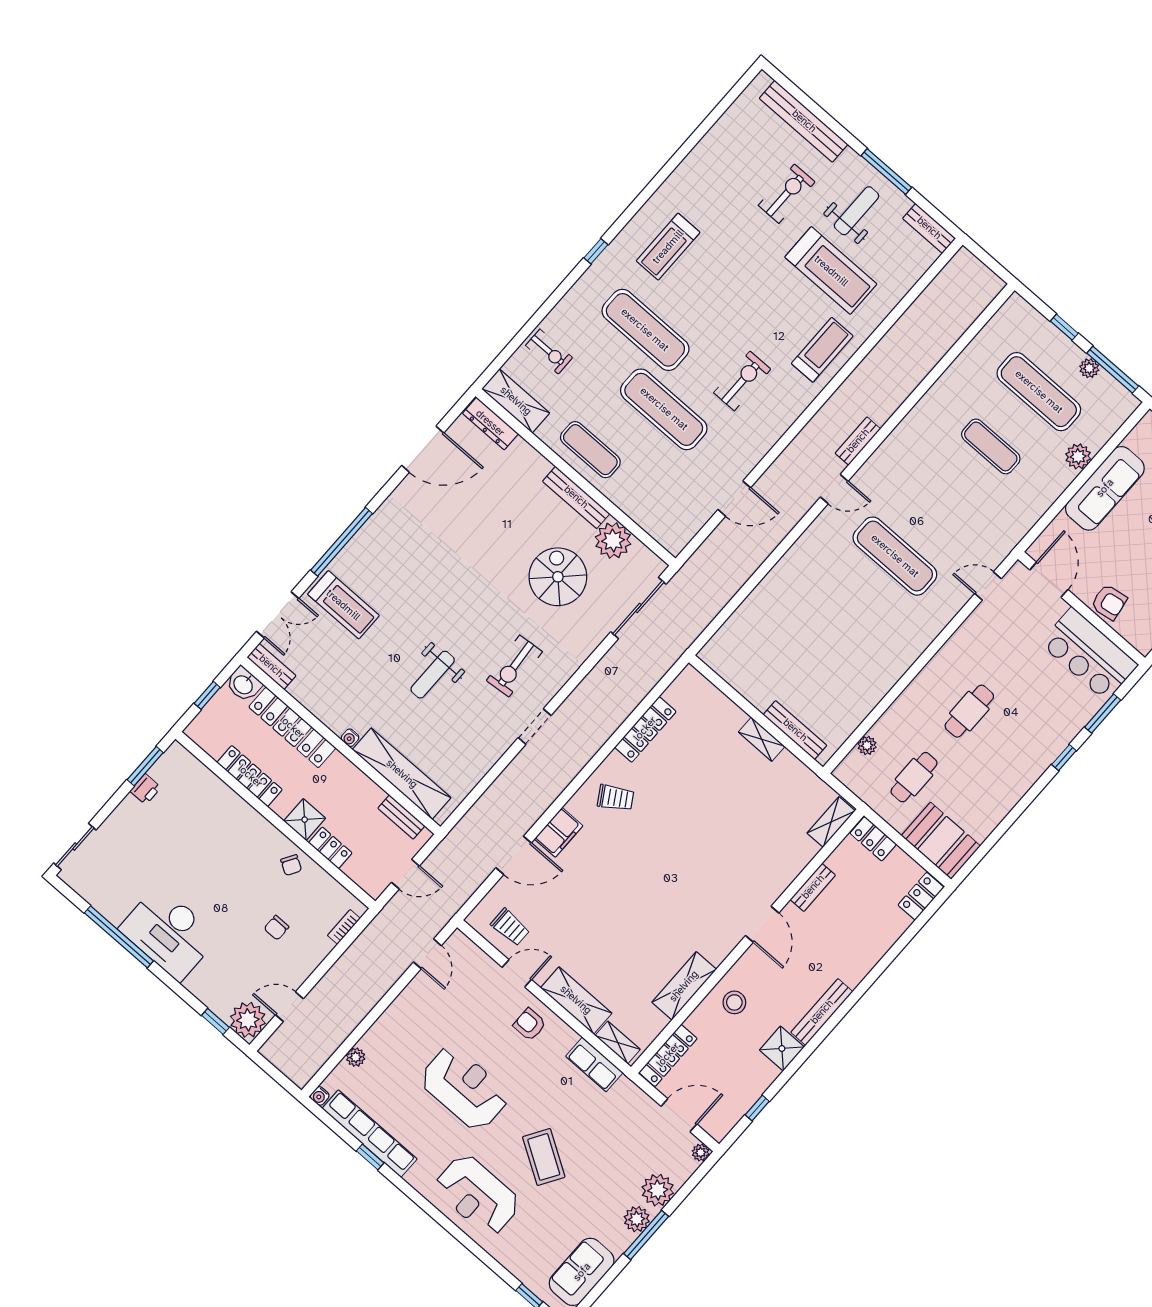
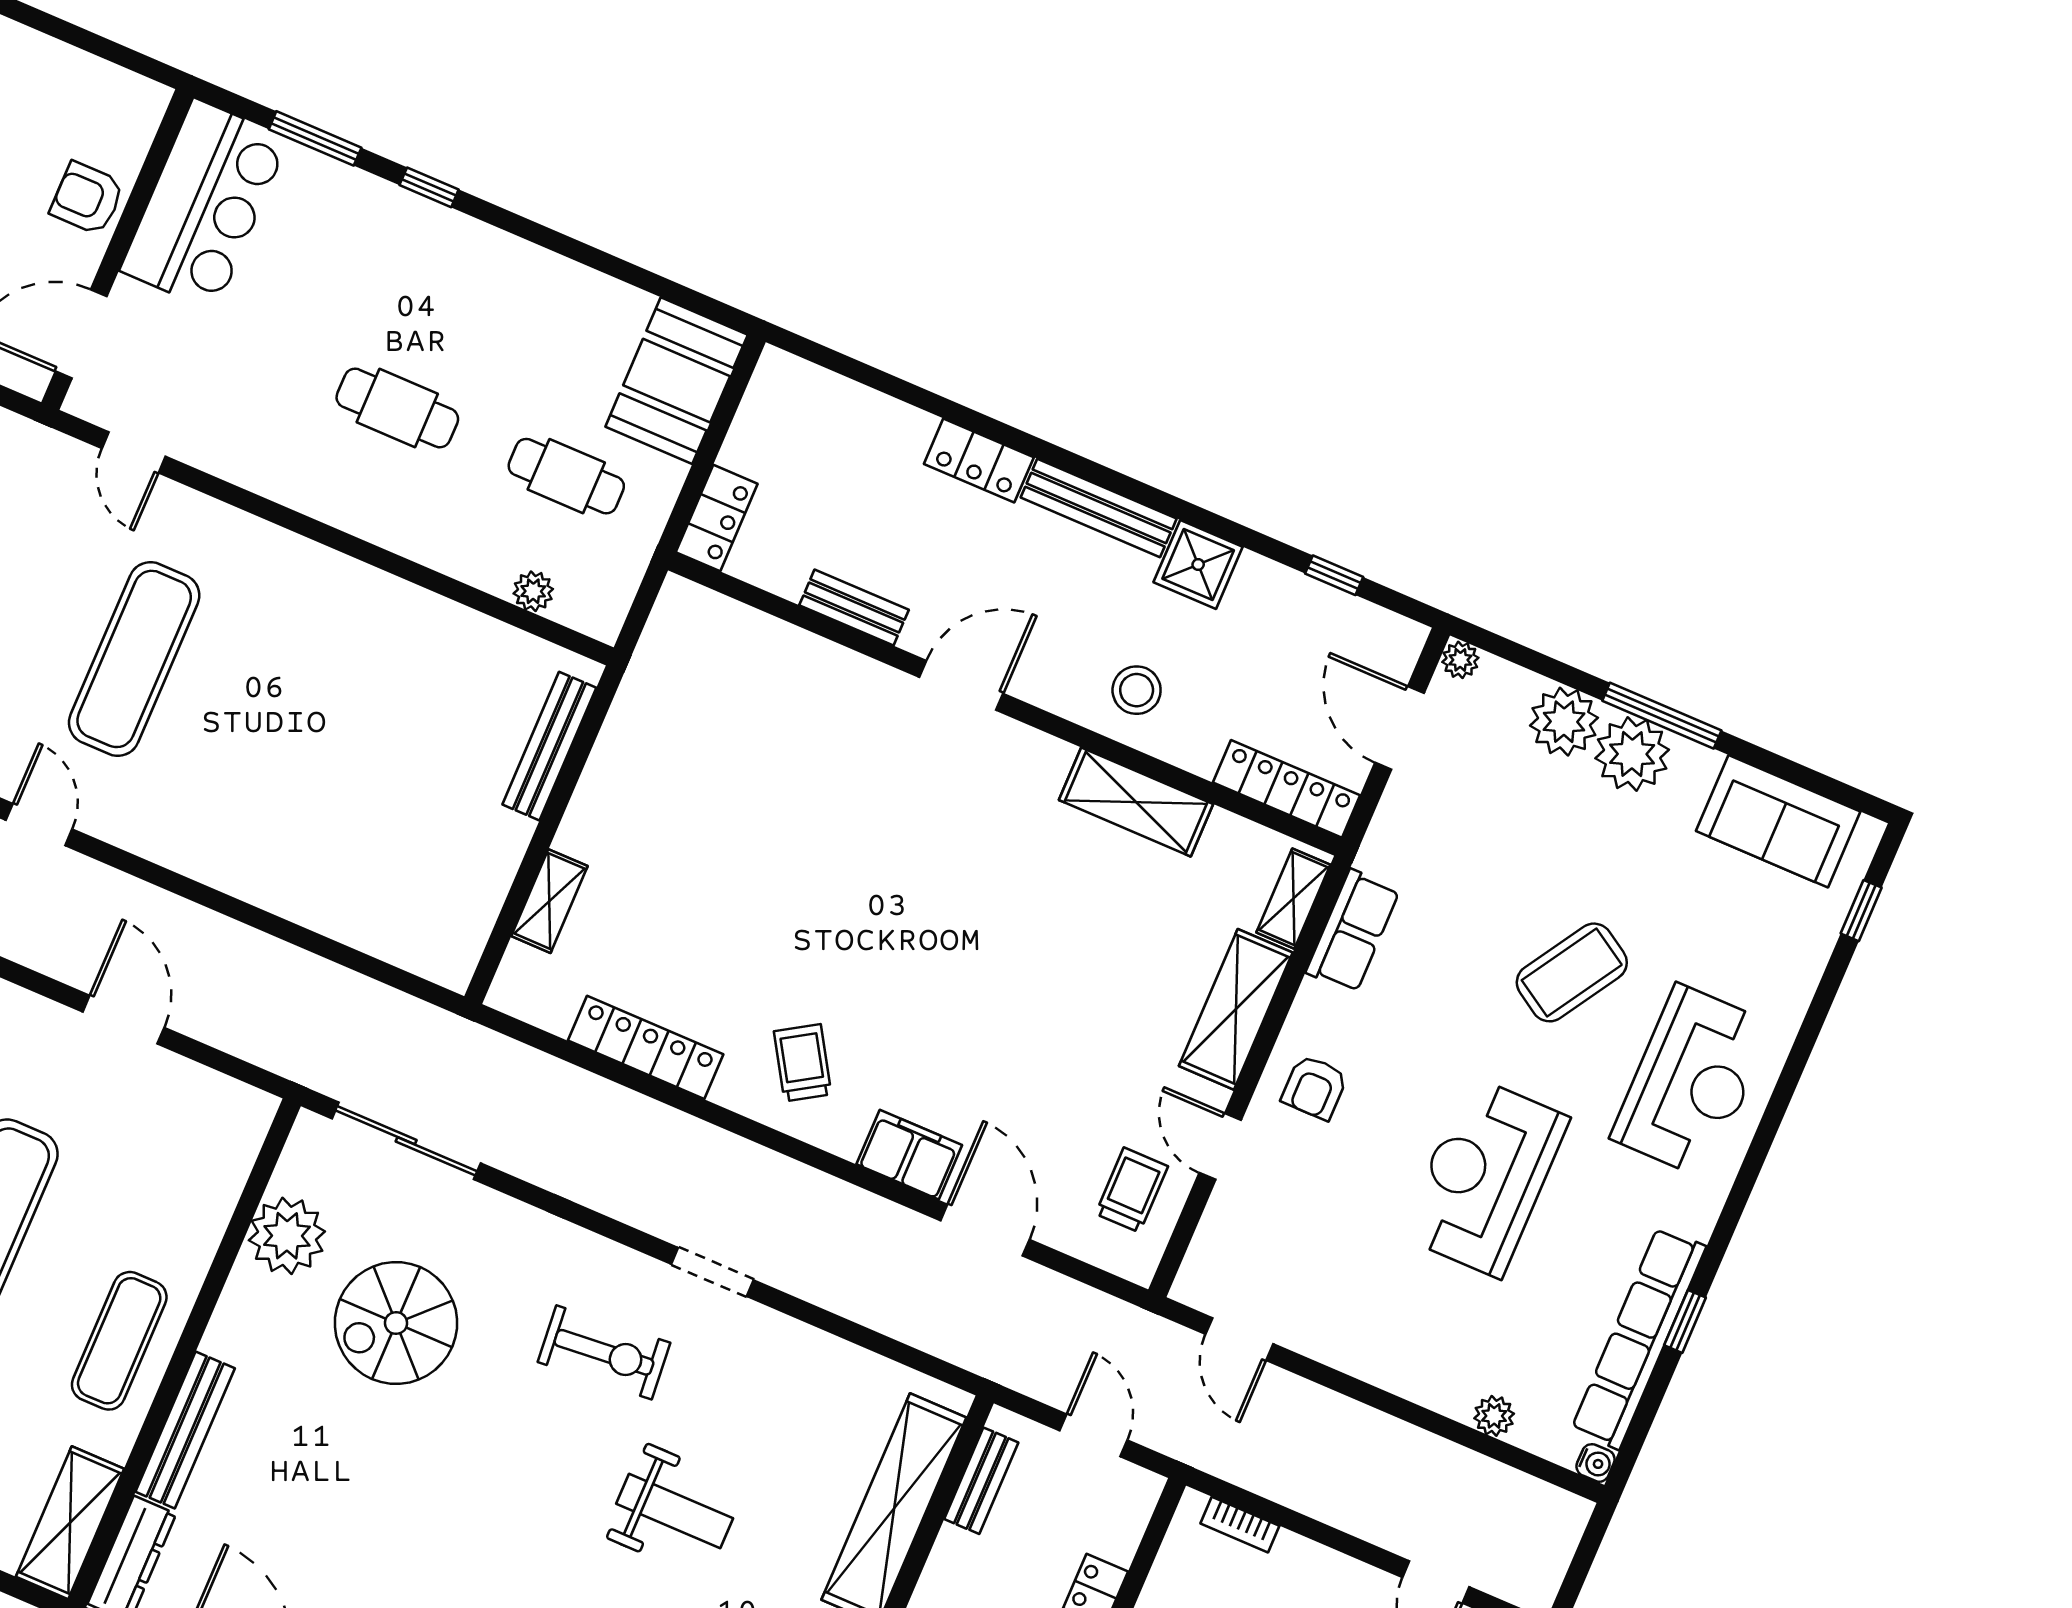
bench: (576, 497) -> (185, 1430), moved
armchair: (1109, 602) -> (87, 198), turned -81
shelving: (762, 739) -> (549, 901), moved
shelving: (831, 822) -> (710, 614), removed
locker: (921, 896) -> (979, 461), moved
door: (427, 954) -> (1239, 1339), swing flipped
plant: (637, 1219) -> (1632, 754), width x1.36, depth x1.36

